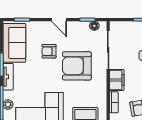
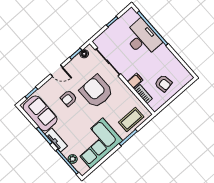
armchair: (77, 66) -> (96, 91), turned 90
filing cabinet: (117, 80) -> (135, 81), width x0.50

